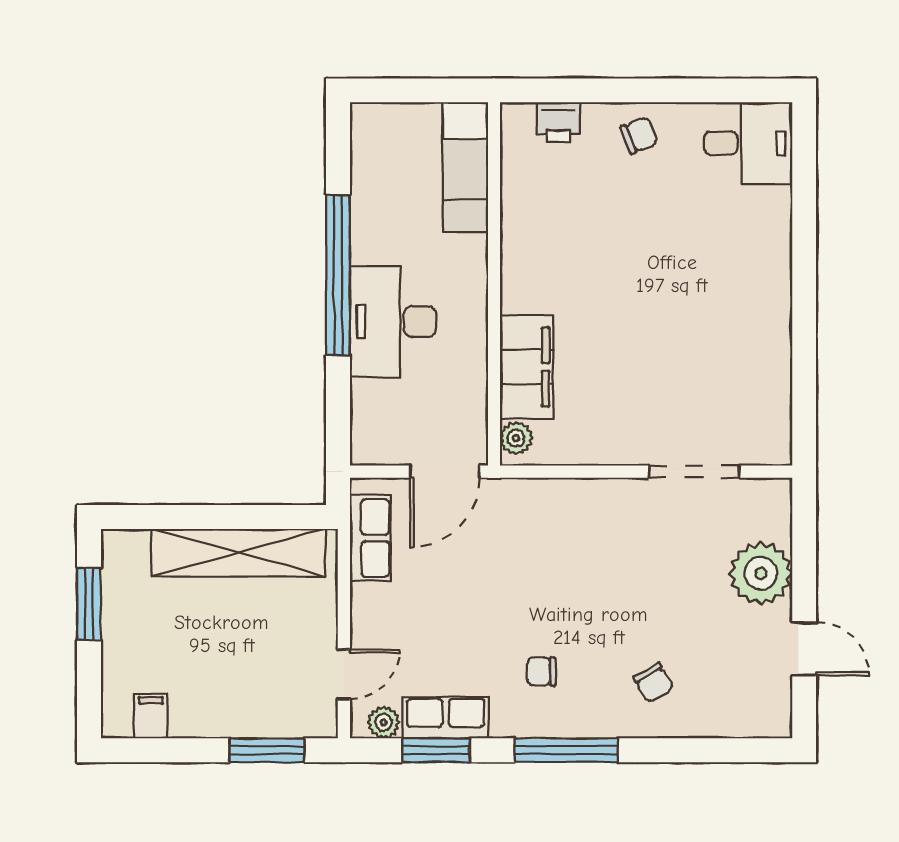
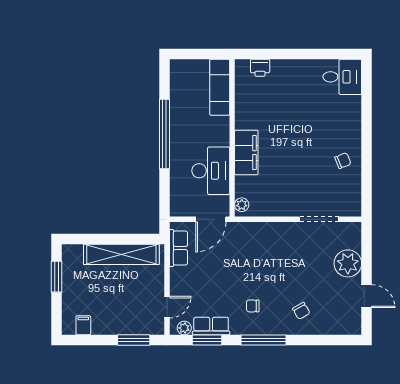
chair: (639, 135) -> (343, 161), moved
desk: (393, 322) -> (211, 171), moved, turned 180
filing cabinet: (527, 367) -> (246, 153), moved

